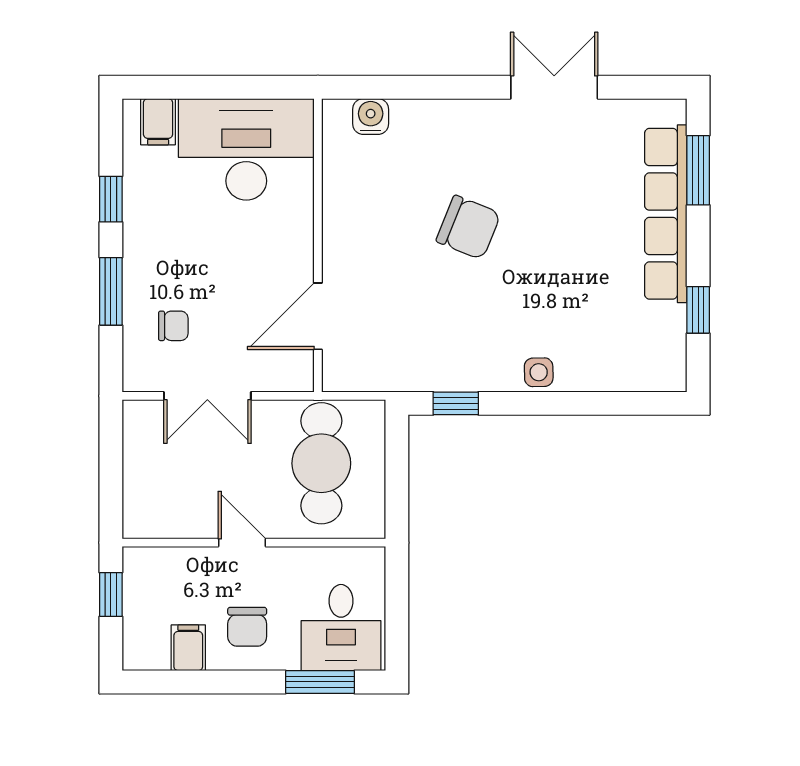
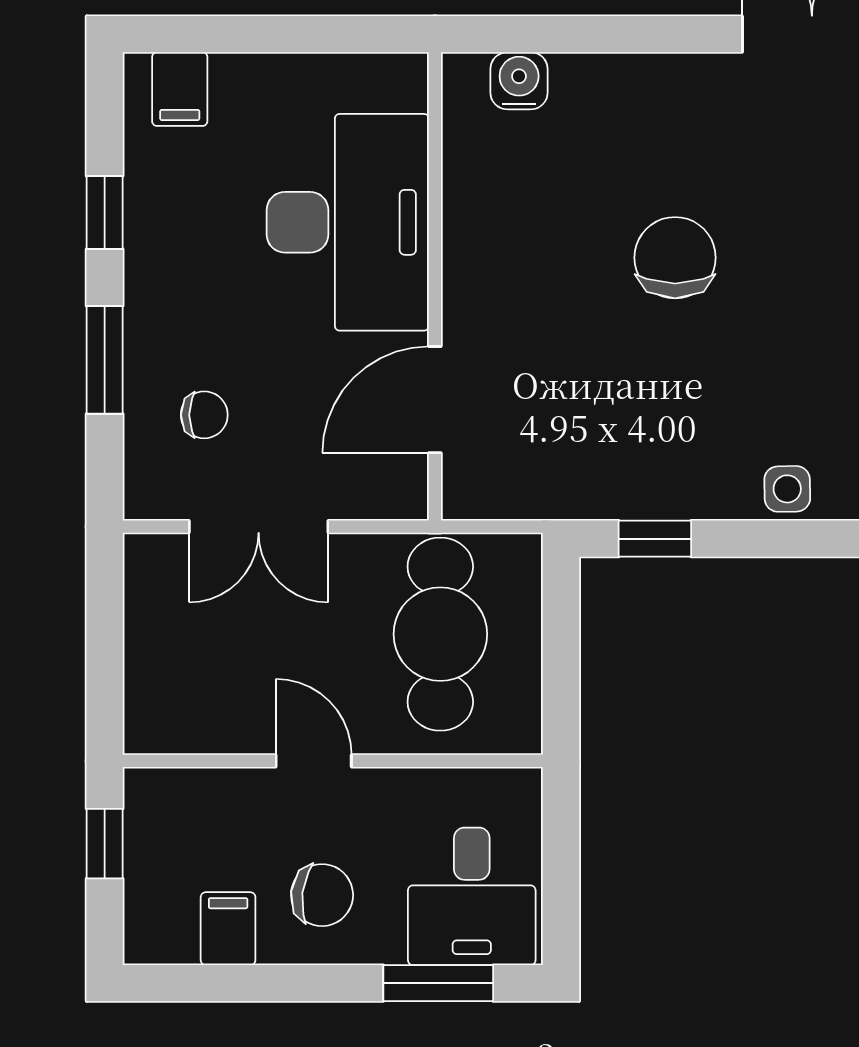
desk: (246, 149) -> (348, 222), moved, turned 90
chair: (468, 227) -> (675, 258), turned -112
chair: (247, 627) -> (322, 895), turned -83

